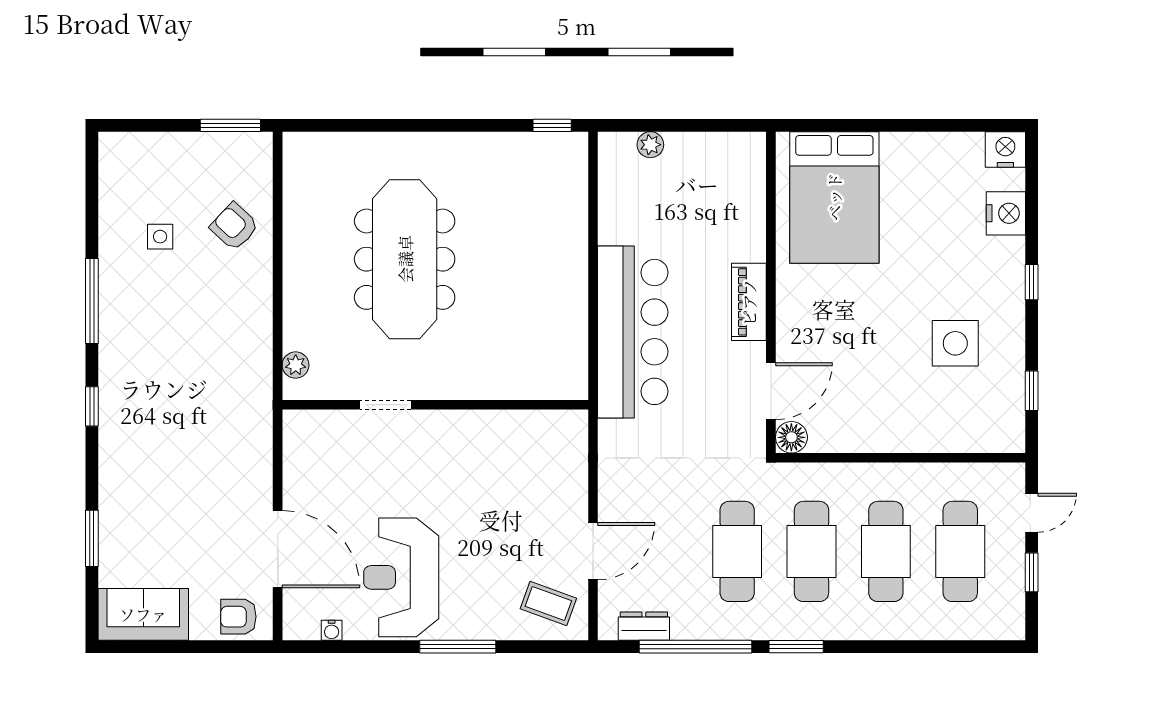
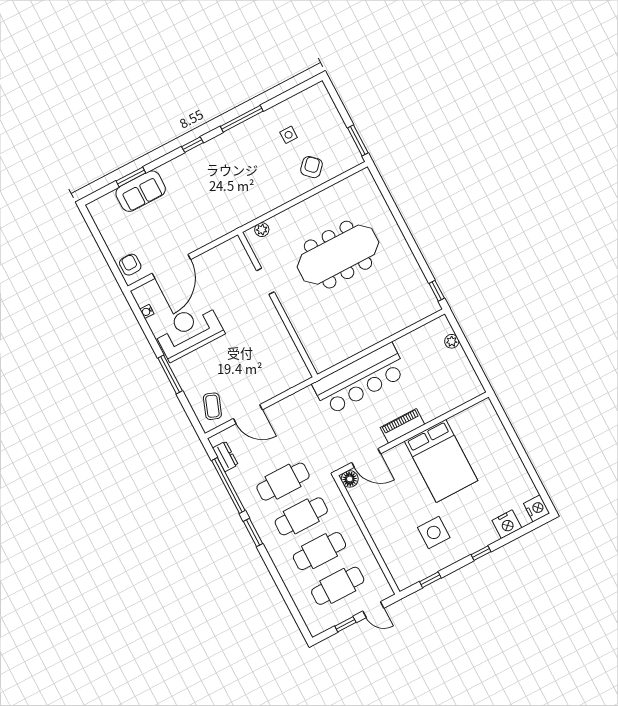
bed: (834, 197) -> (441, 461), moved, turned -90
sofa: (143, 614) -> (141, 191), moved, turned 90

